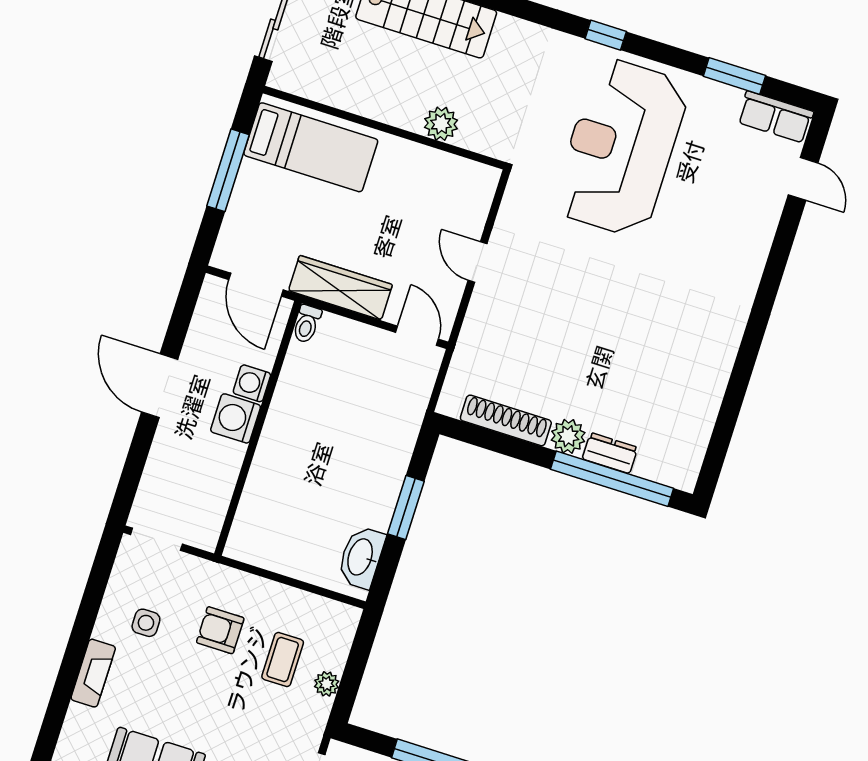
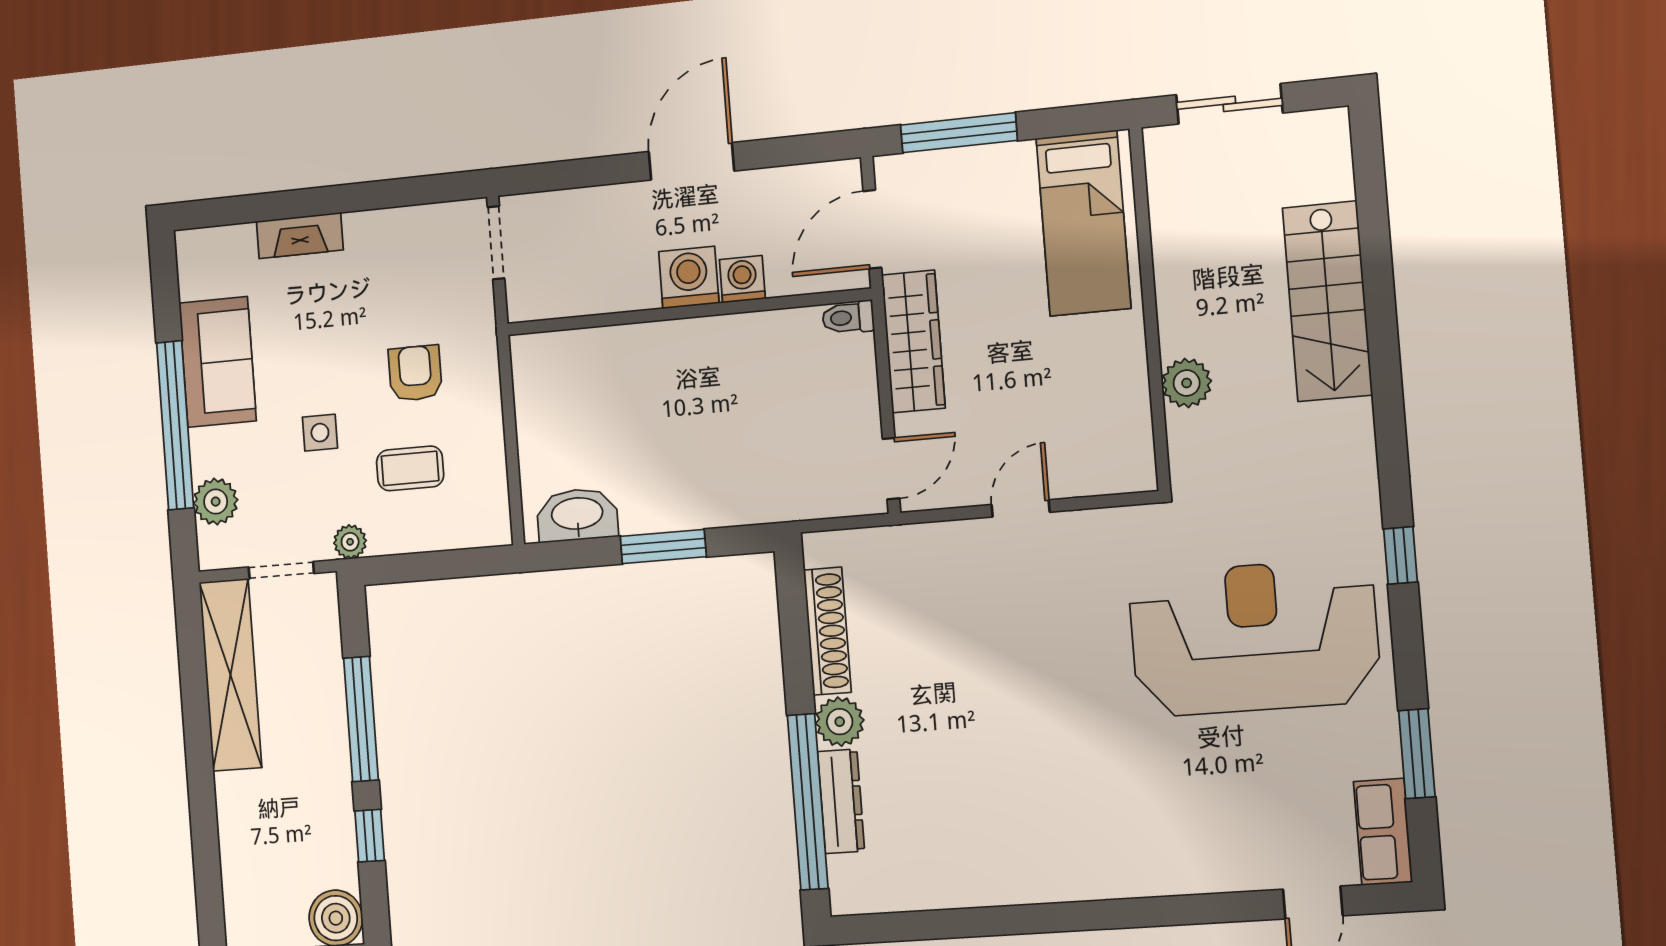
window: (228, 170) -> (959, 133), moved
dresser: (610, 453) -> (841, 801), width x1.44
side table: (146, 623) -> (320, 433), moved
plant: (327, 684) -> (350, 542), moved

